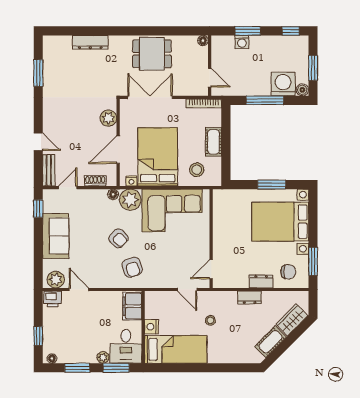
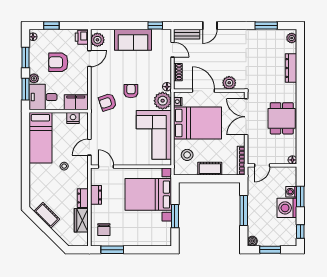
plant: (54, 42) -> (292, 38), added
washing machine: (283, 84) -> (287, 208), moved, turned 180
double door: (150, 97) -> (246, 117), swing flipped
bed with nightstands: (280, 222) -> (148, 194), moved, turned -90
armchair: (118, 238) -> (131, 91), turned 136
dresser: (261, 281) -> (96, 195), moved
wardrobe: (292, 320) -> (81, 220), moved, turned -135
nightstand: (152, 327) -> (73, 118), moved
armchair: (83, 328) -> (58, 62), added

